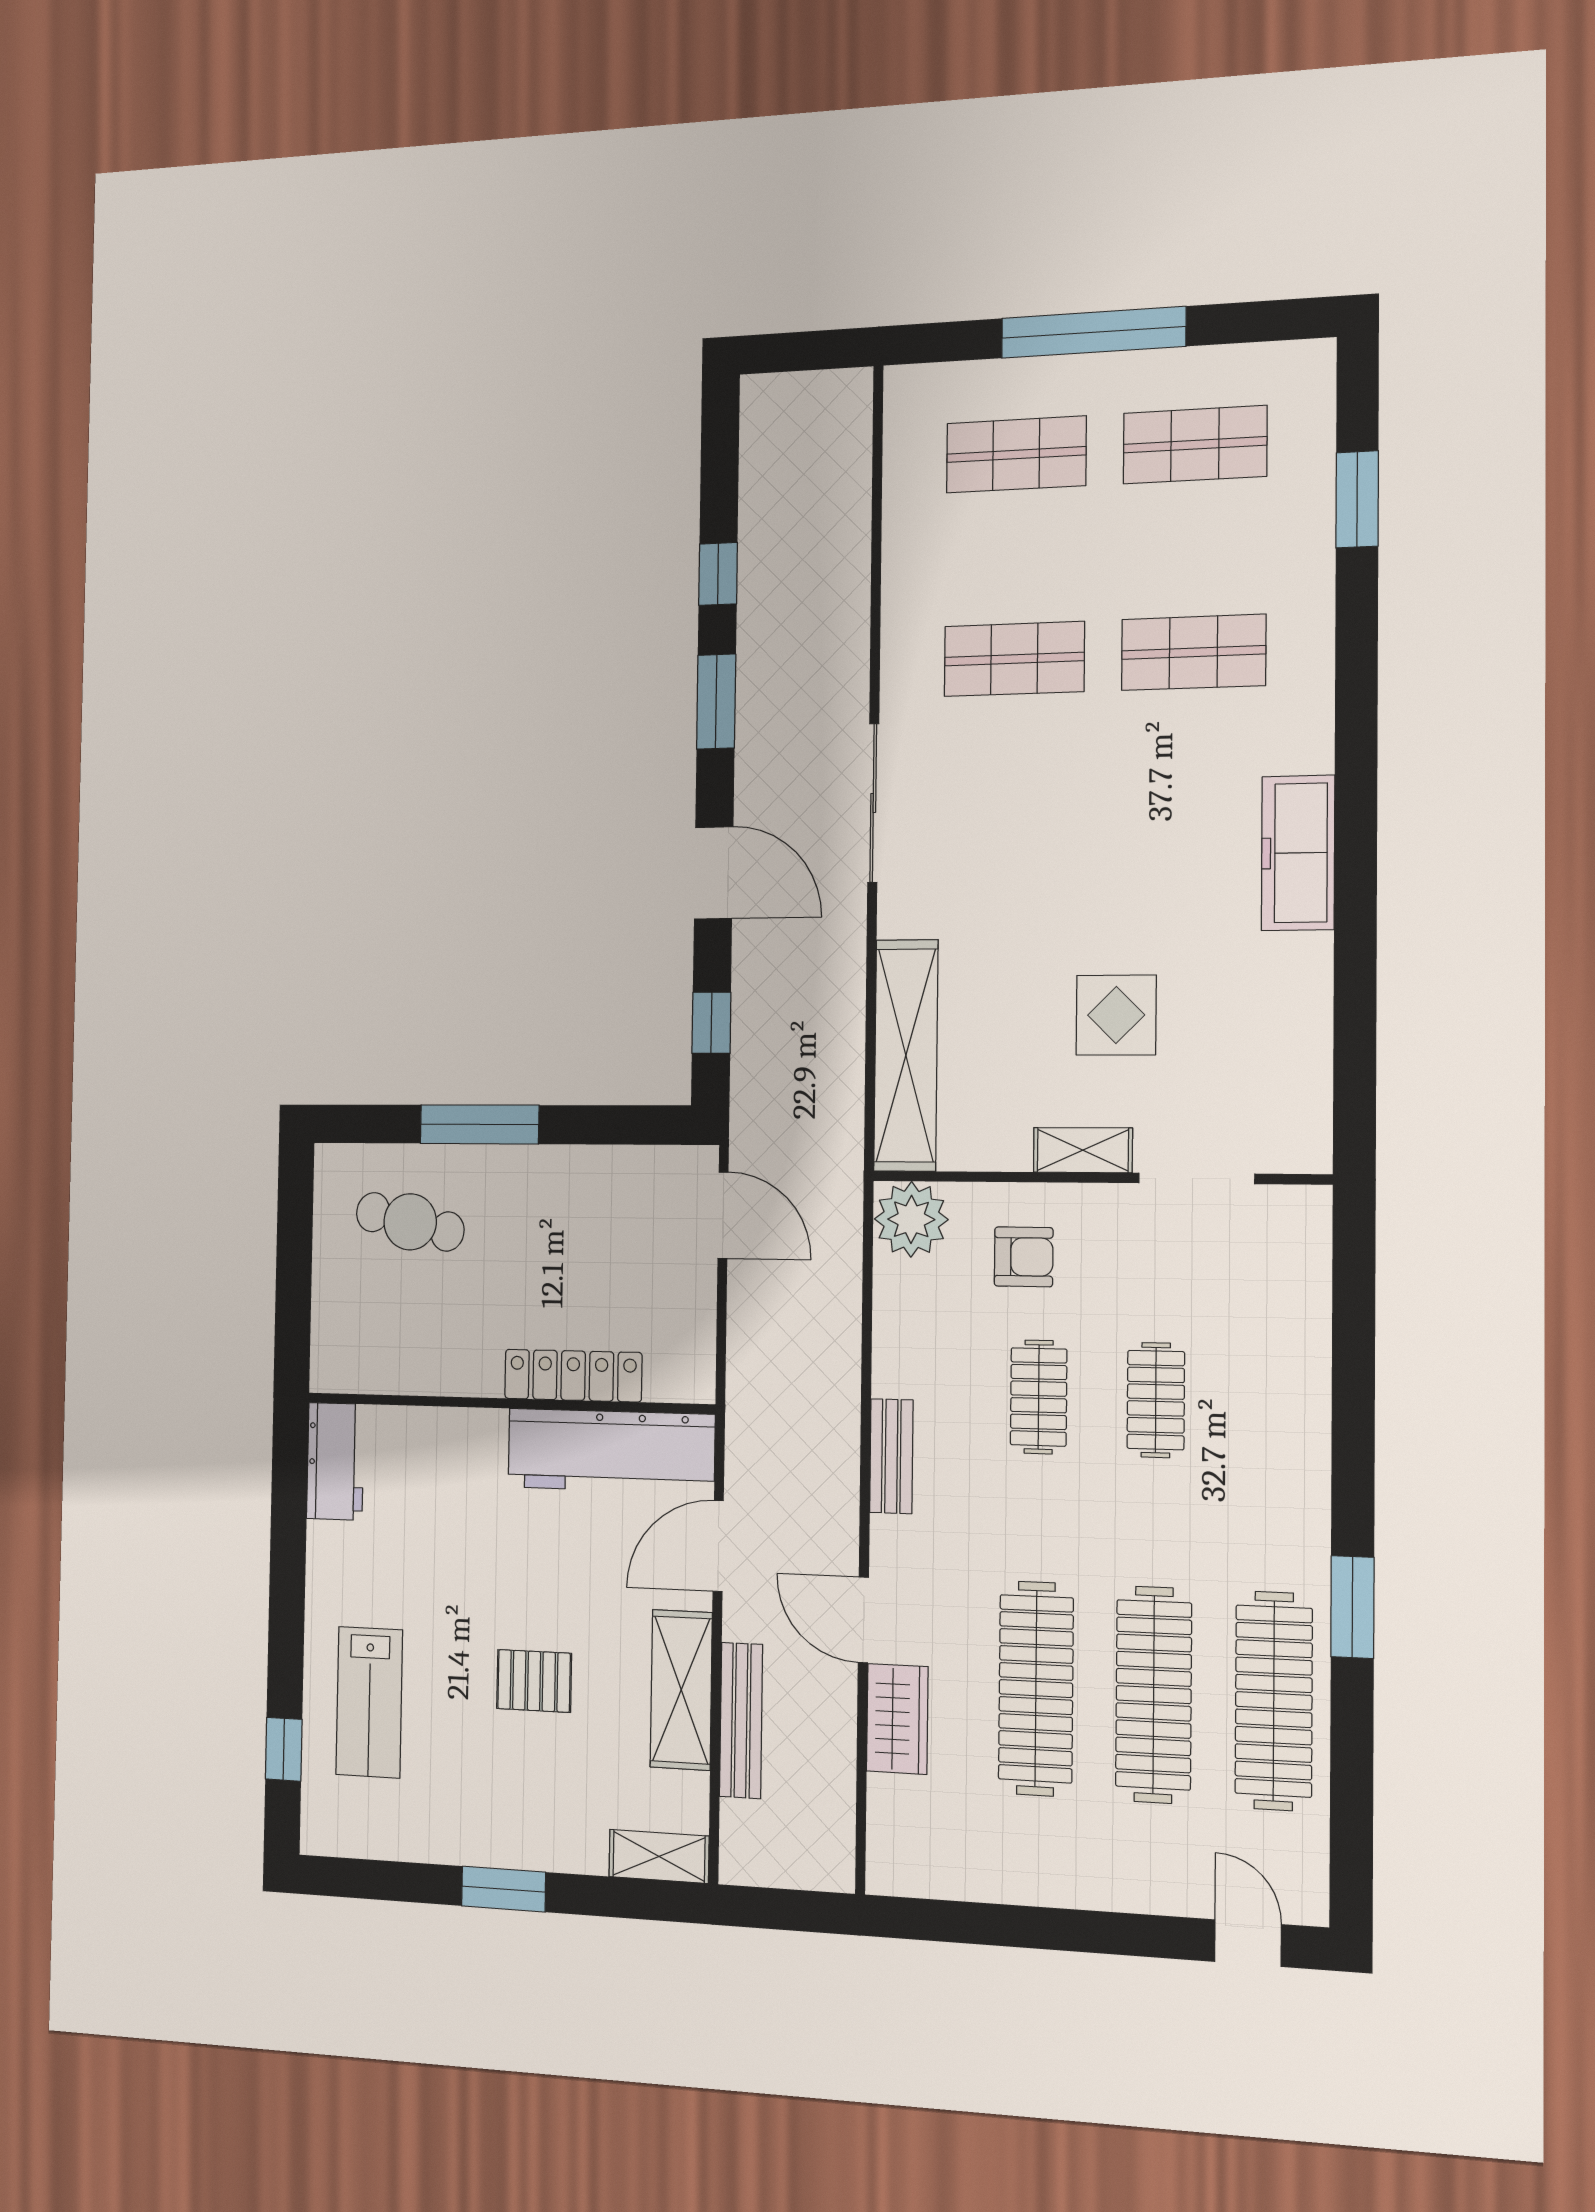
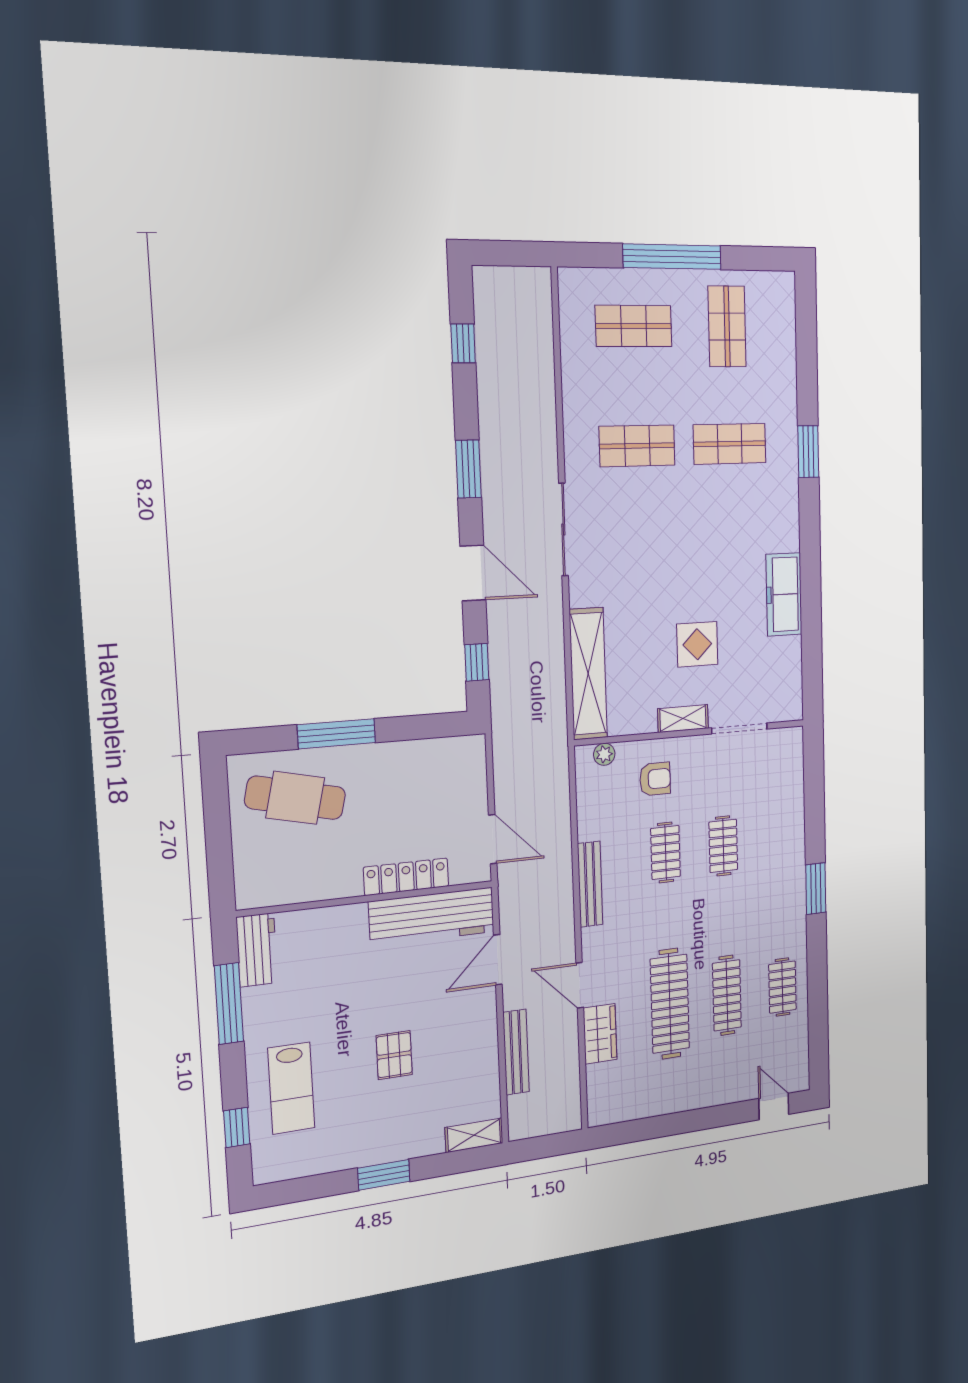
shop shelf: (1195, 445) -> (727, 326), turned 90
window: (1357, 499) -> (808, 452), moved
window: (718, 574) -> (463, 343), moved
freezer: (1298, 853) -> (784, 594), moved
door: (723, 1215) -> (493, 839), moved
plant: (911, 1219) -> (604, 754), width x0.53, depth x0.53
cafe table: (410, 1222) -> (295, 798), width x1.37, depth x1.35
bench: (891, 1456) -> (590, 884), width x1.36
window: (288, 1542) -> (229, 1004), added
window: (1352, 1607) -> (816, 889), moved
pallet: (534, 1681) -> (394, 1055), turned 90
shelving: (681, 1690) -> (481, 1042), removed
clothes rail: (1154, 1695) -> (727, 995), width x0.73, depth x0.76
clothes rail: (1274, 1701) -> (782, 987), width x0.54, depth x0.76

